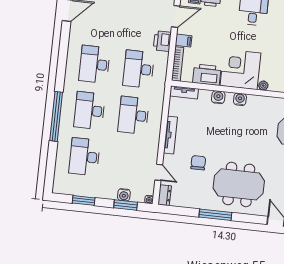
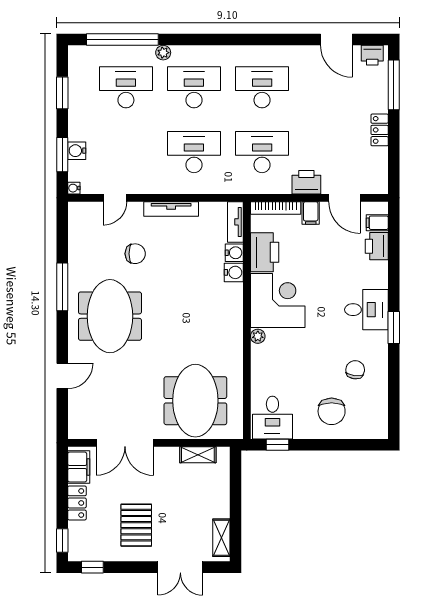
water cooler: (240, 99) -> (234, 253), moved
window: (56, 116) -> (122, 40), moved
plant: (64, 129) -> (163, 53), added
dresser: (165, 195) -> (83, 210), removed

